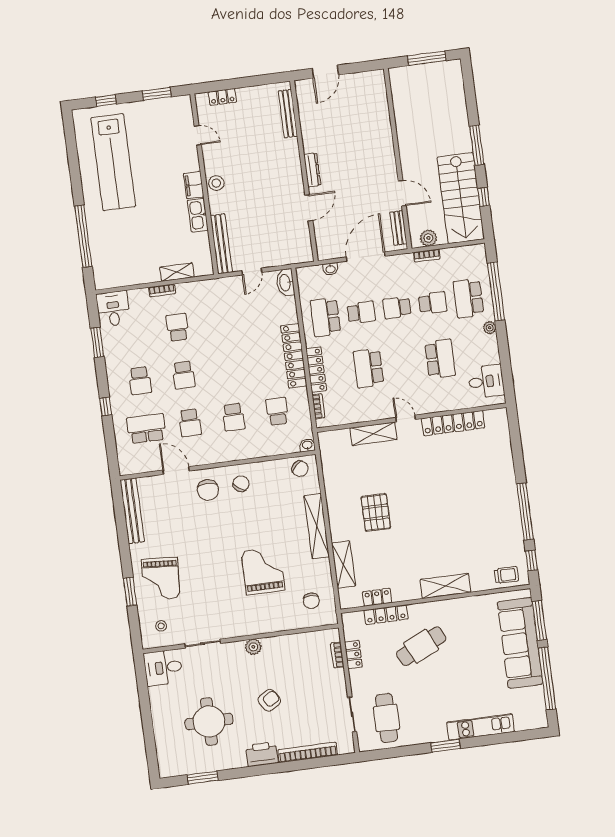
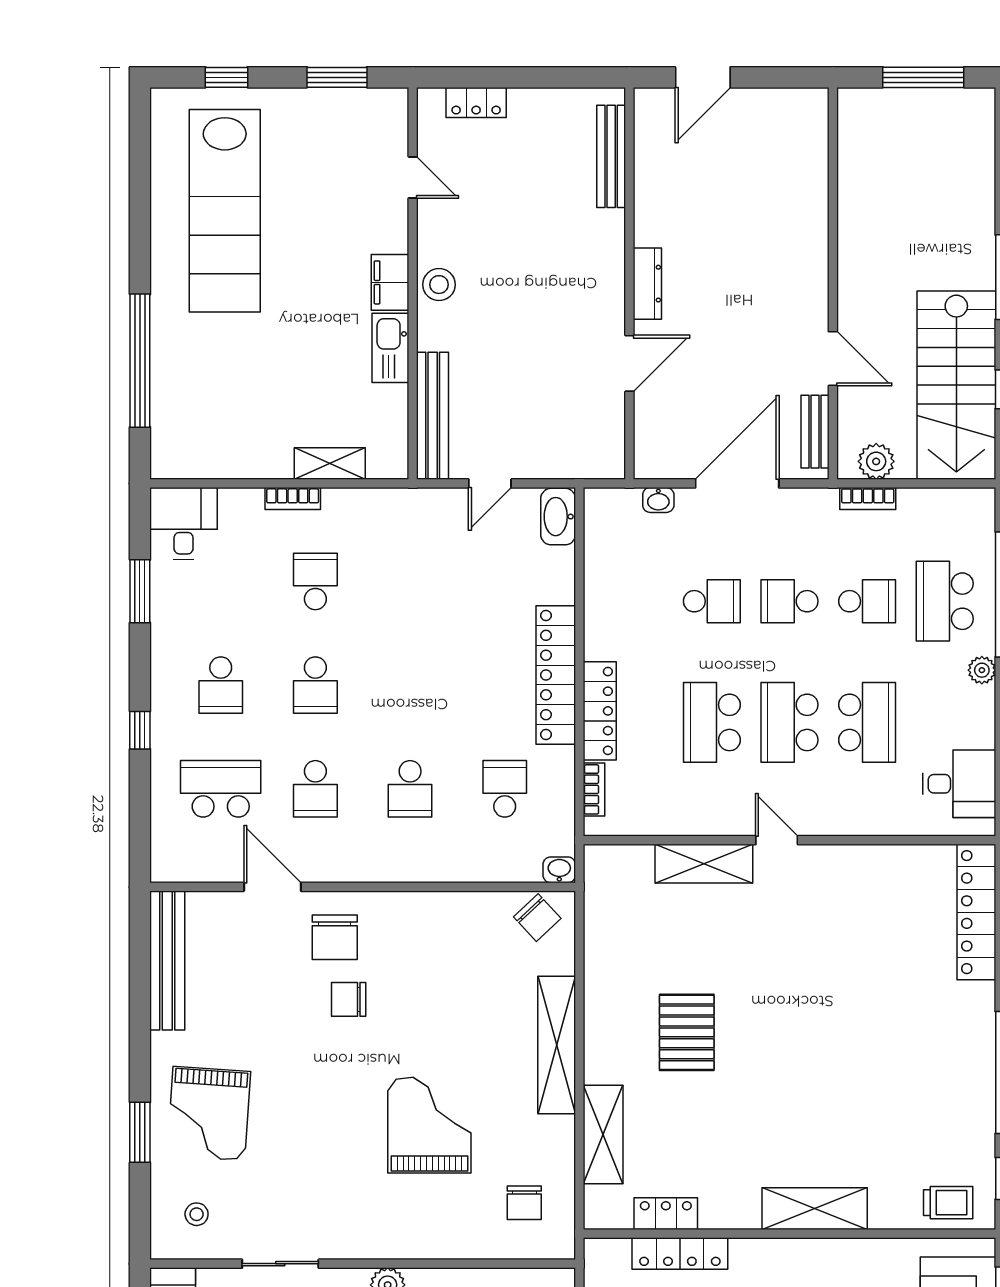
school desk: (325, 317) -> (790, 722), moved
locker: (453, 423) -> (976, 912), moved, turned 90
chair: (241, 484) -> (349, 999), moved, turned -125

